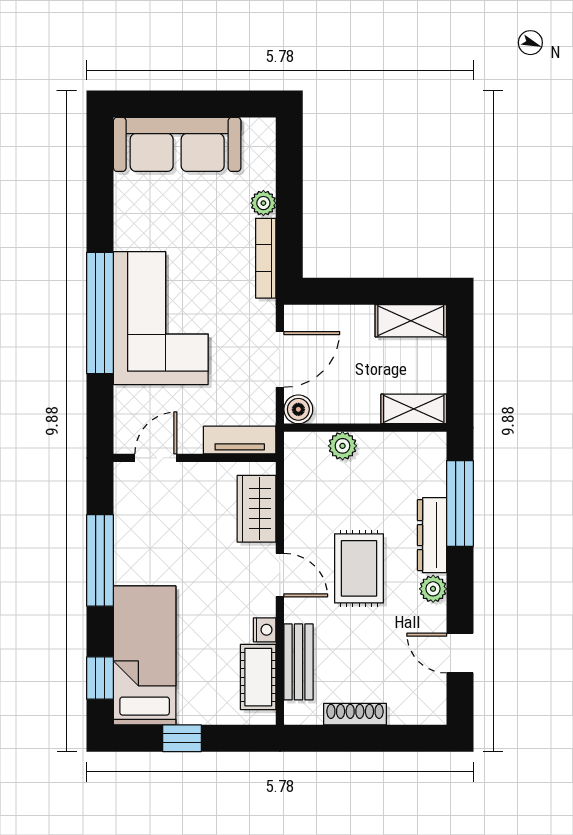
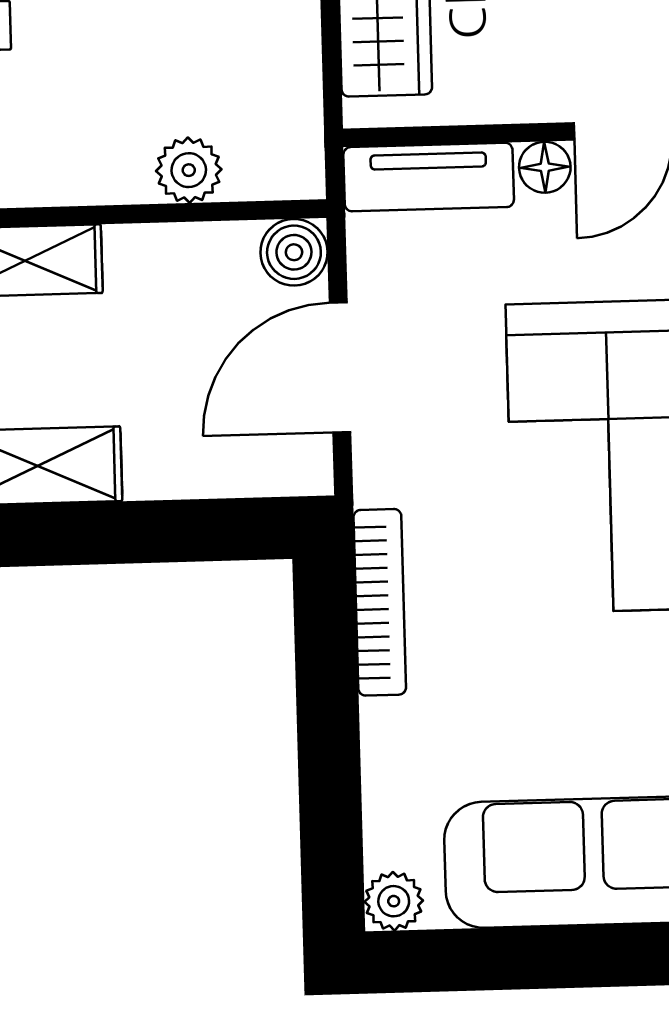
plant: (263, 203) -> (394, 901), moved
floor lamp: (190, 443) -> (545, 167), added

